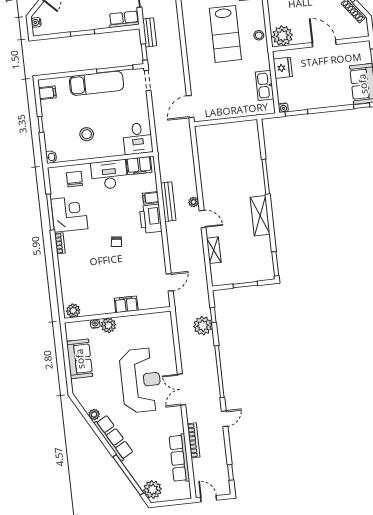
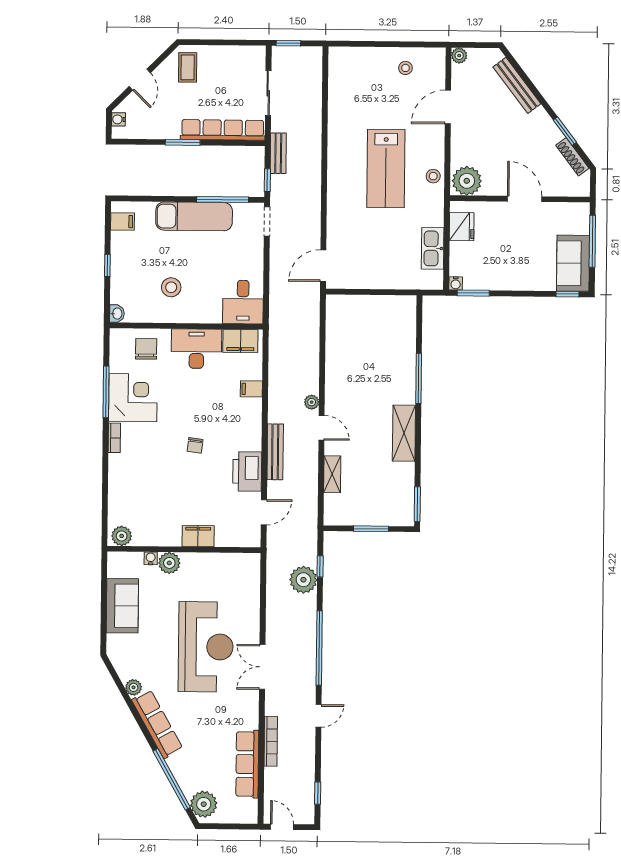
row of seats: (124, 19) -> (223, 130), width x2.02
bench: (168, 202) -> (275, 452), moved
printer: (151, 219) -> (247, 471), moved

